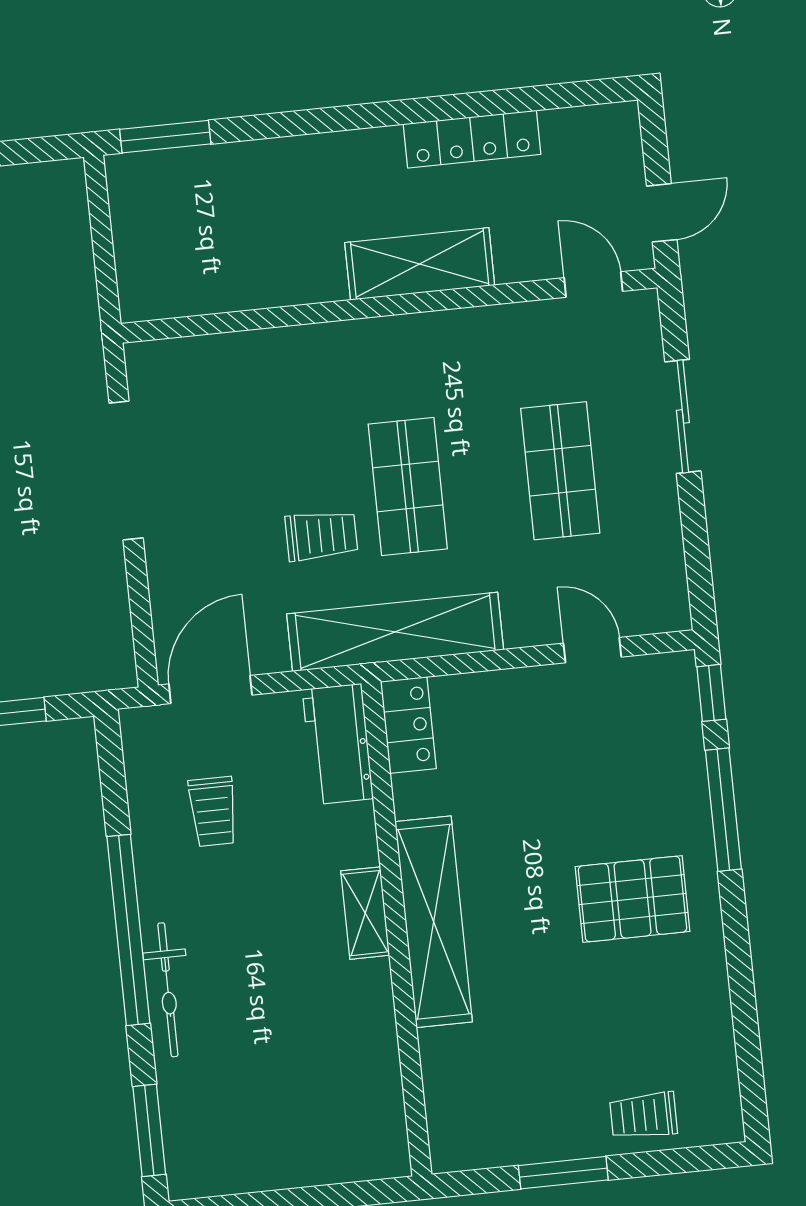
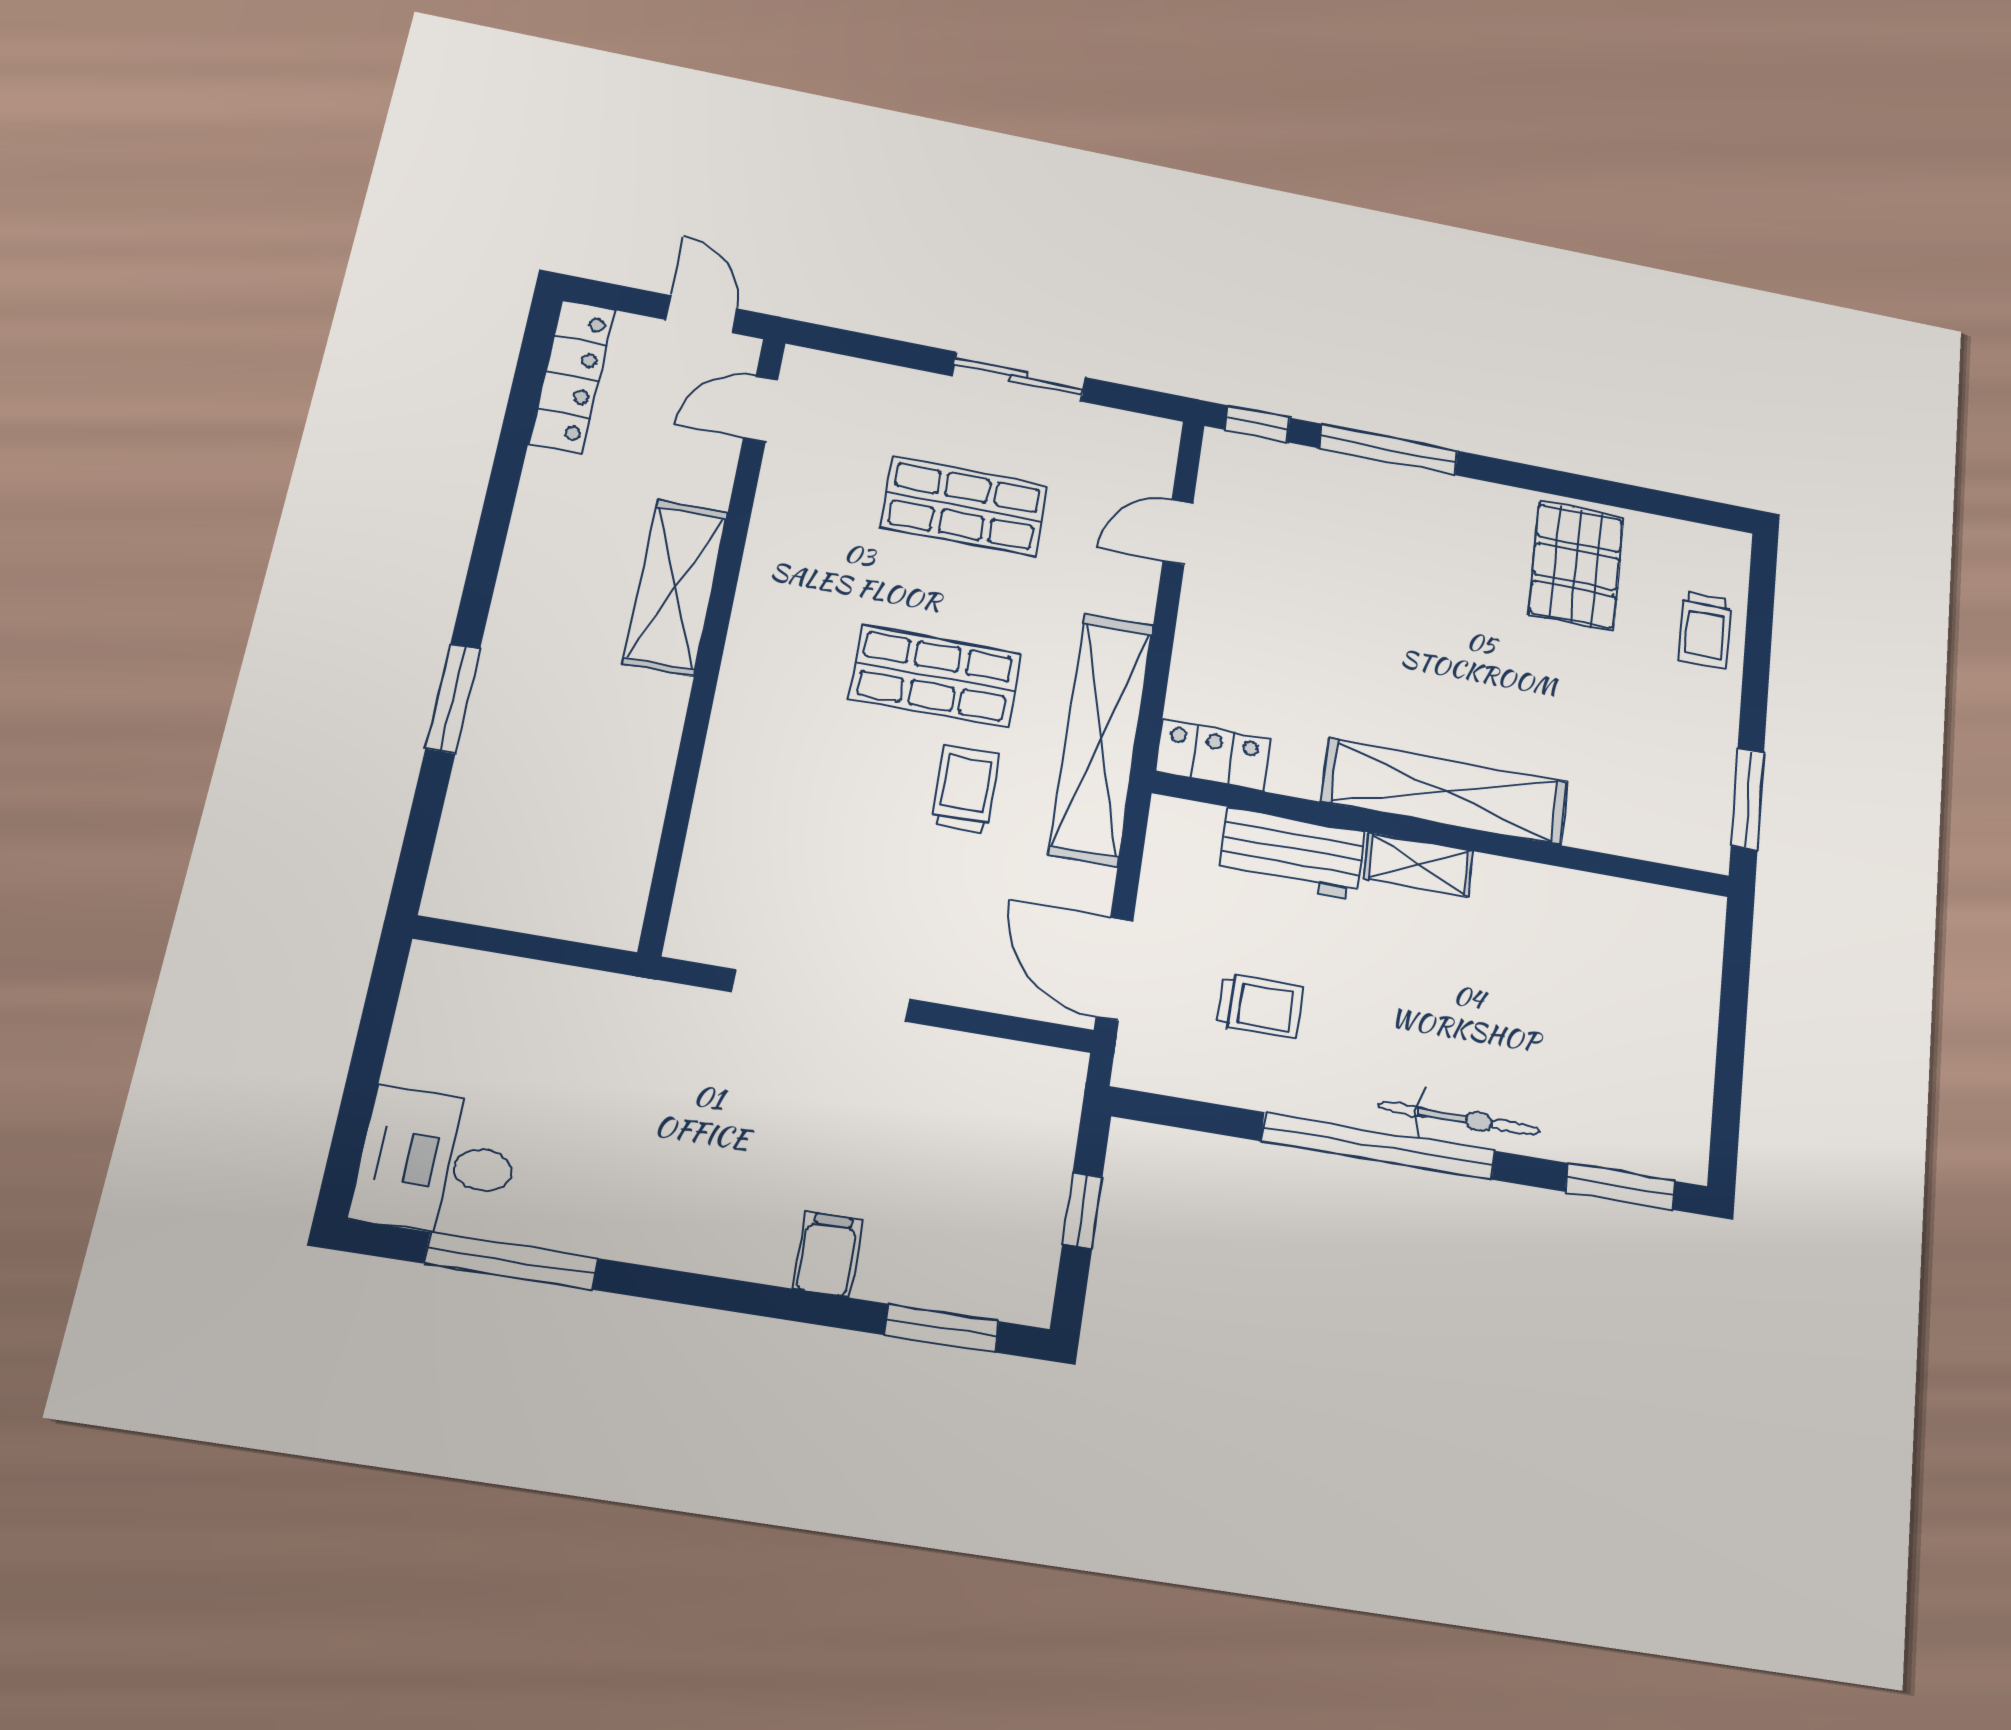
window: (165, 137) -> (453, 699), moved
locker: (472, 139) -> (572, 376), moved
sliding door: (683, 416) -> (1019, 377), moved
workbench: (338, 744) -> (1292, 854), moved
pallet: (633, 899) -> (1576, 566), moved
window: (563, 1173) -> (1747, 799), moved

